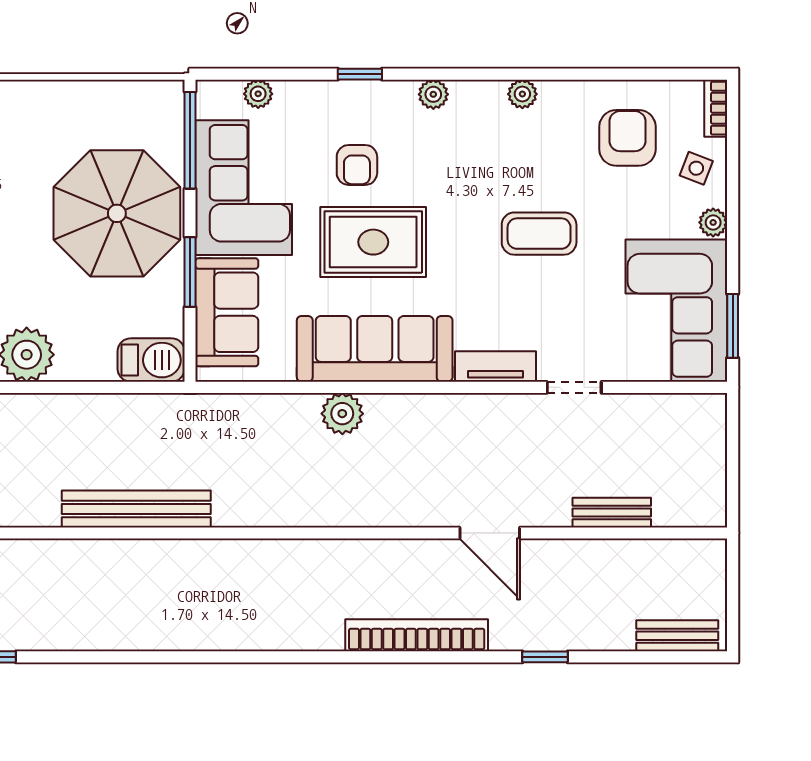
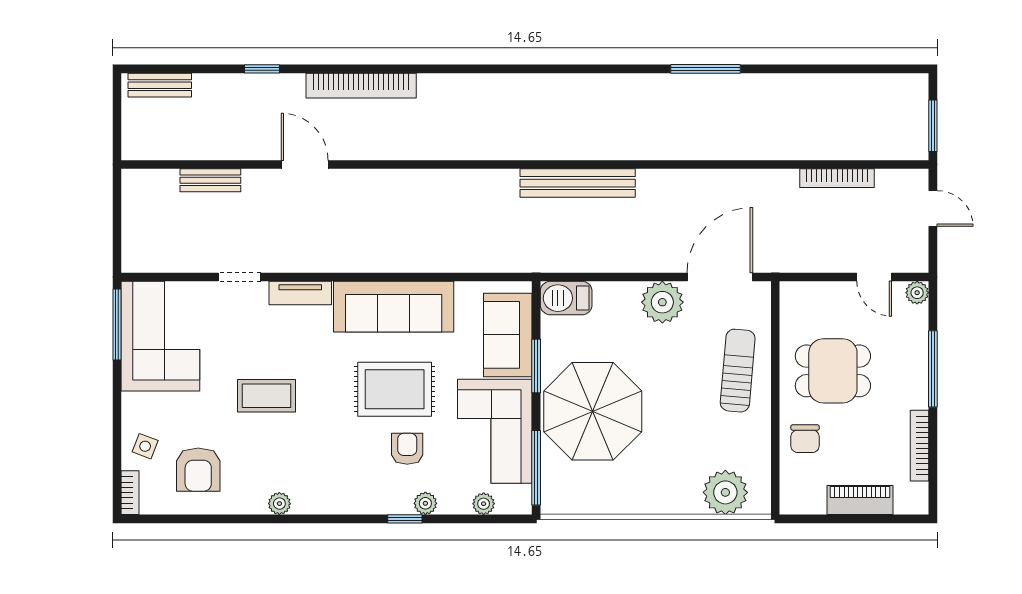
plant: (433, 94) -> (425, 503), moved
plant: (713, 222) -> (132, 404), removed
window: (733, 326) -> (117, 325), width x1.44
plant: (342, 414) -> (419, 257), removed

